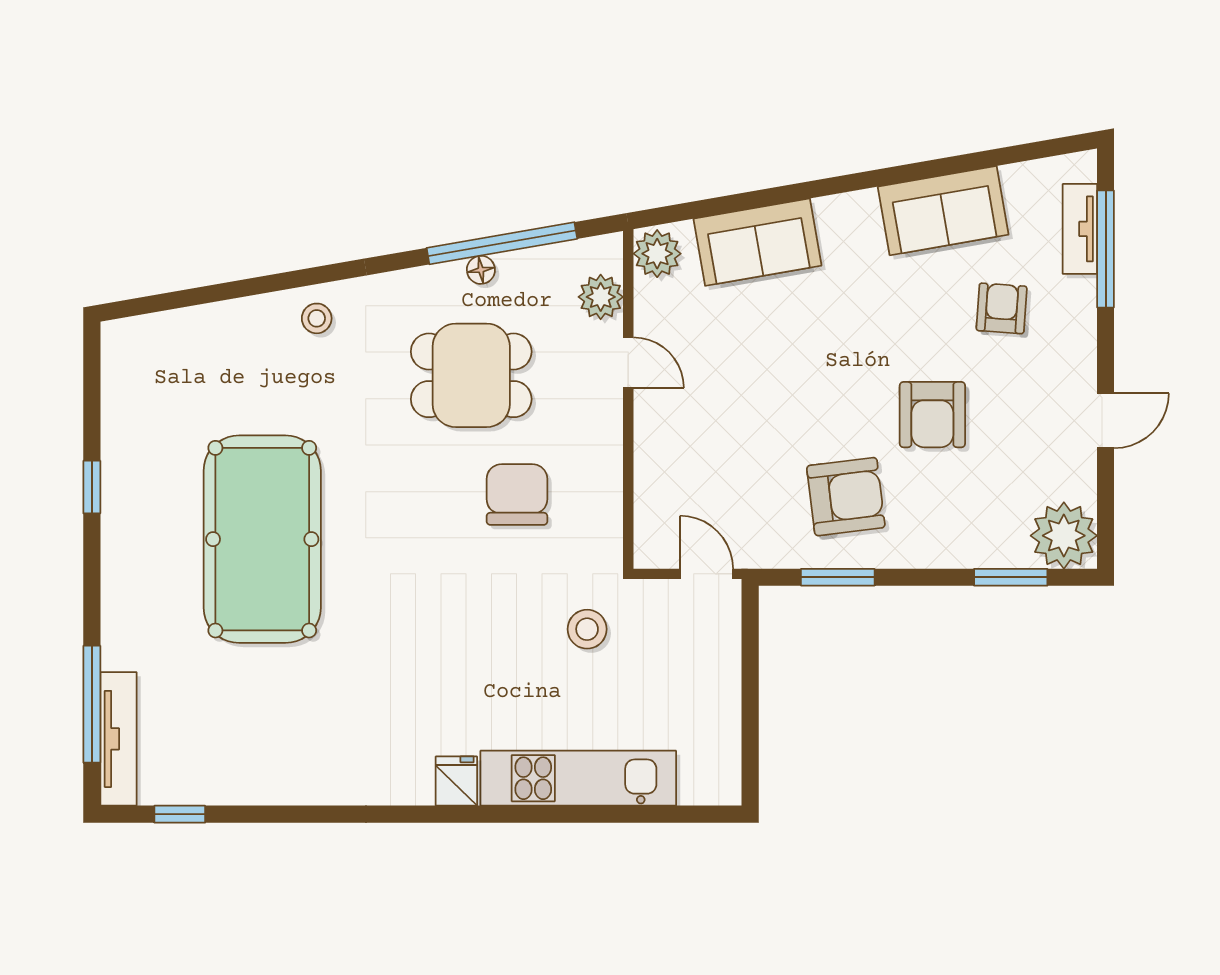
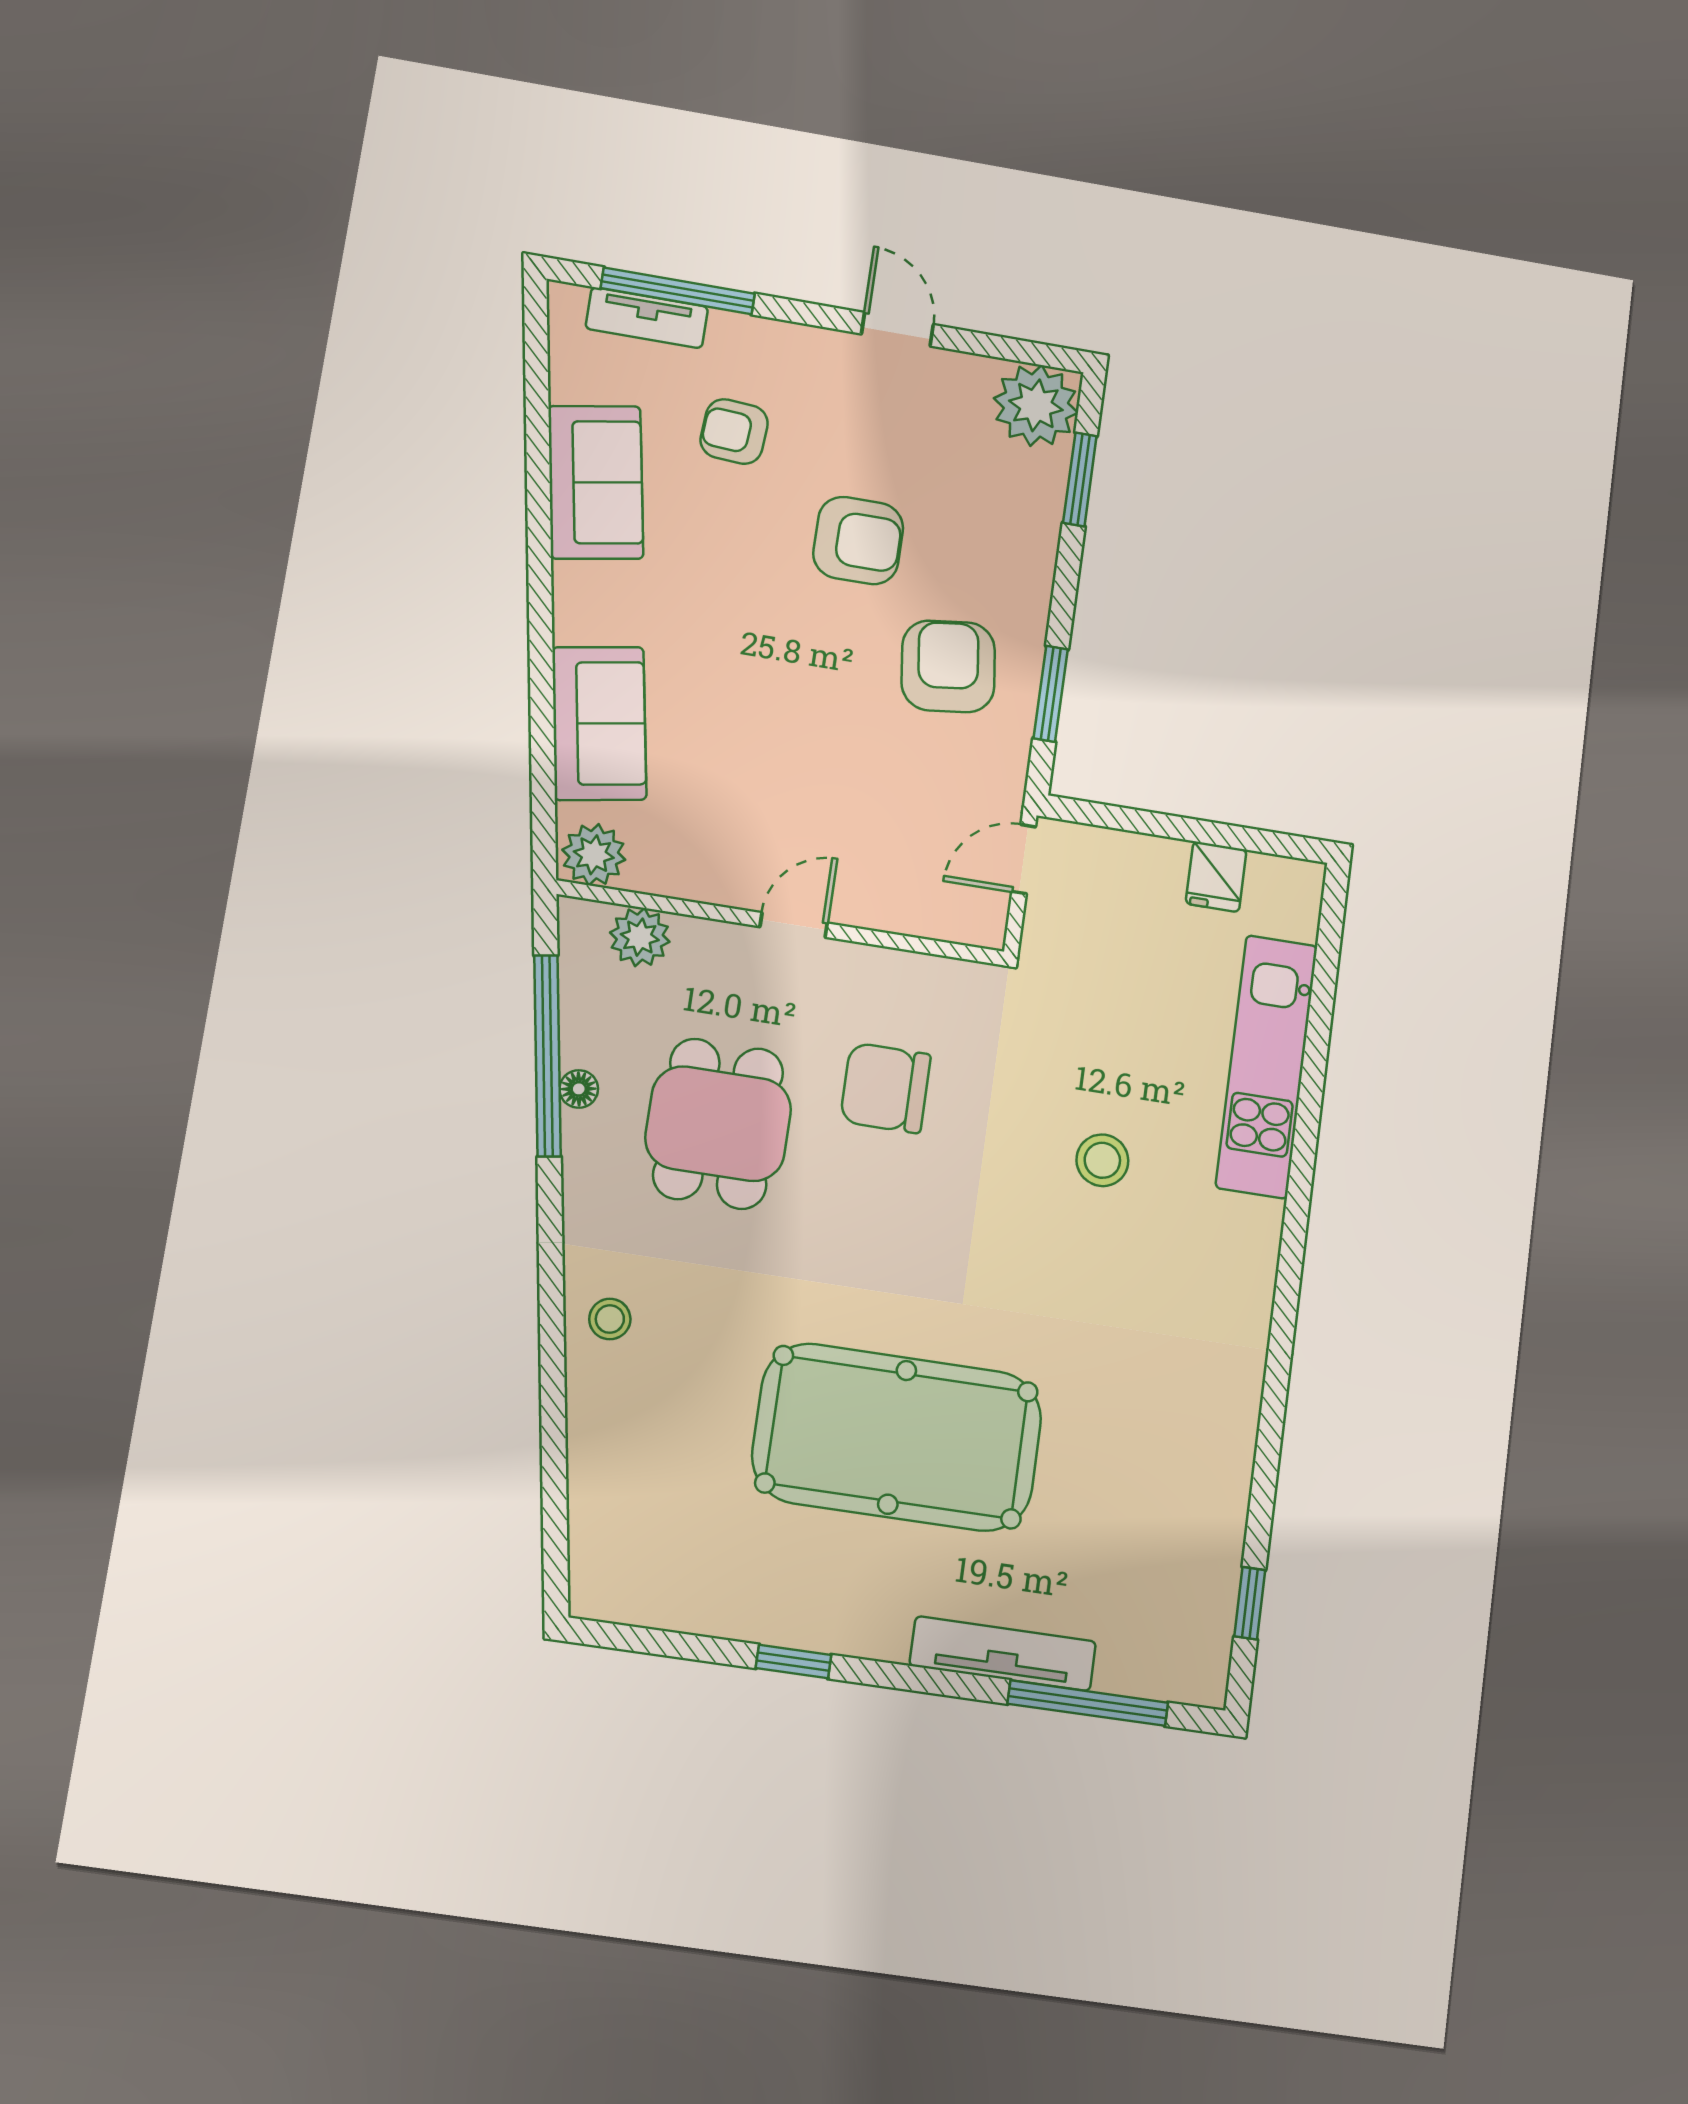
door: (628, 363) -> (794, 925), moved
stool: (587, 629) -> (1102, 1160), moved
tv unit: (118, 739) -> (1003, 1654), moved
fridge: (456, 781) -> (1216, 877), moved, turned -90

